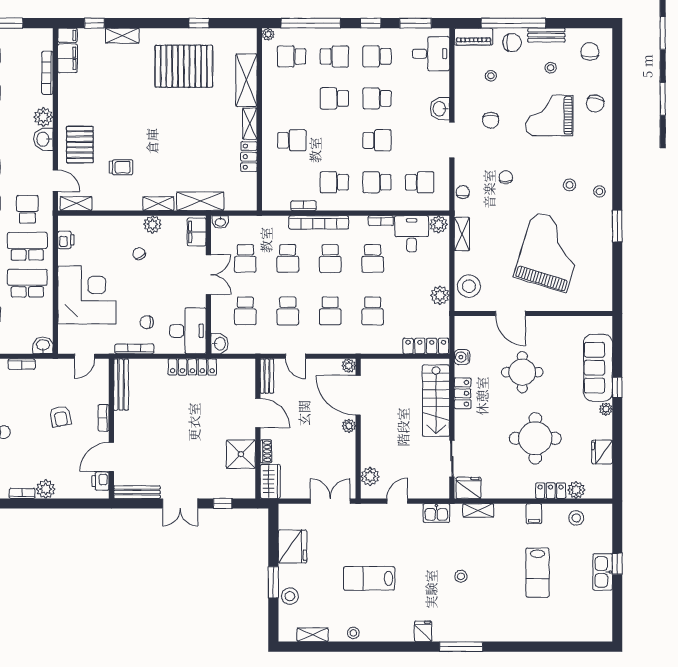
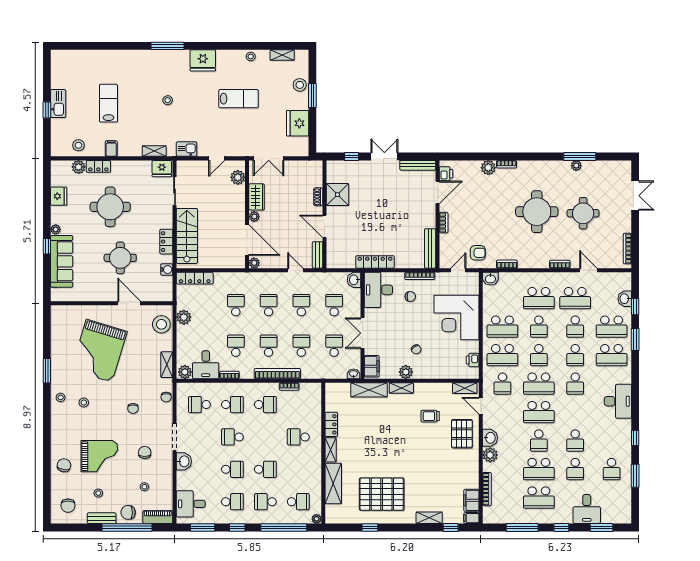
armchair: (60, 416) -> (478, 253), moved, turned 102
wardrobe: (270, 481) -> (257, 197), moved, turned 180
fridge: (423, 631) -> (203, 60), width x1.88, depth x1.34

